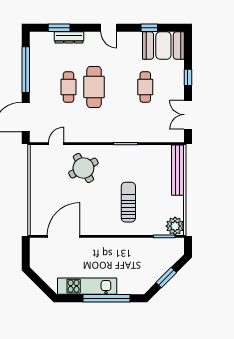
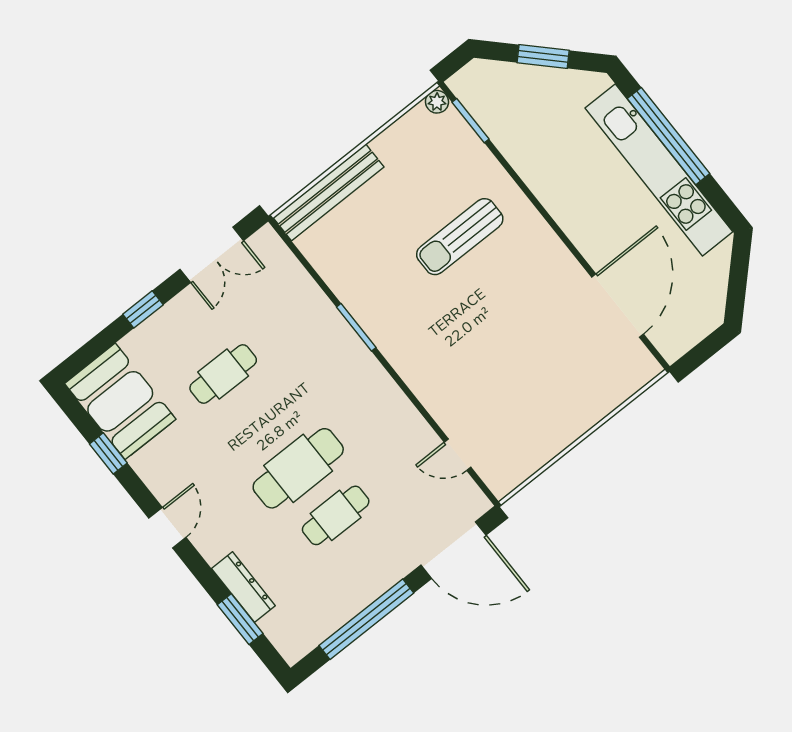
round table: (83, 168) -> (463, 369), removed
plant: (175, 226) -> (437, 102), width x0.53, depth x0.53
door: (64, 236) -> (618, 306), swing flipped
kitchen unit: (87, 286) -> (659, 170), width x1.36

